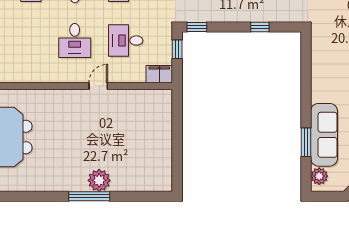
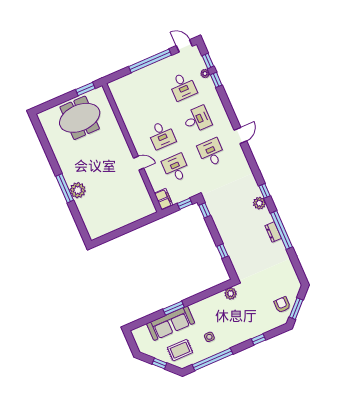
desk: (75, 40) -> (162, 135), turned -90
window: (306, 142) -> (174, 308), moved
plant: (319, 176) -> (231, 293), moved

